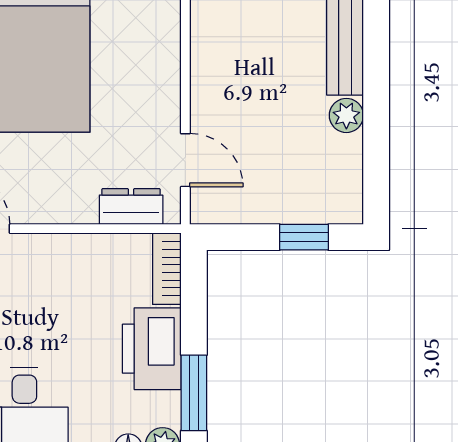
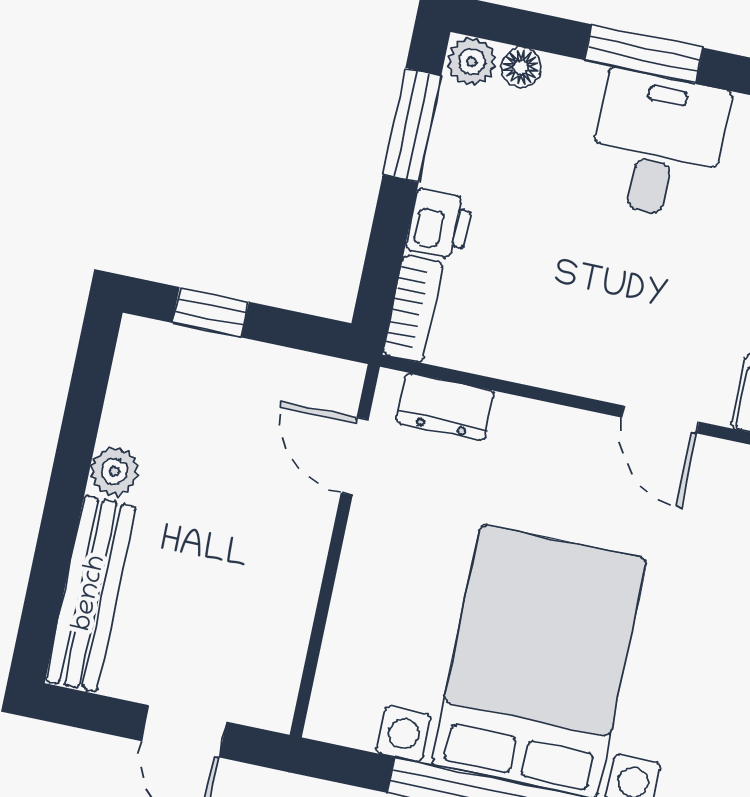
printer: (152, 349) -> (439, 224), width x0.53, depth x0.68

